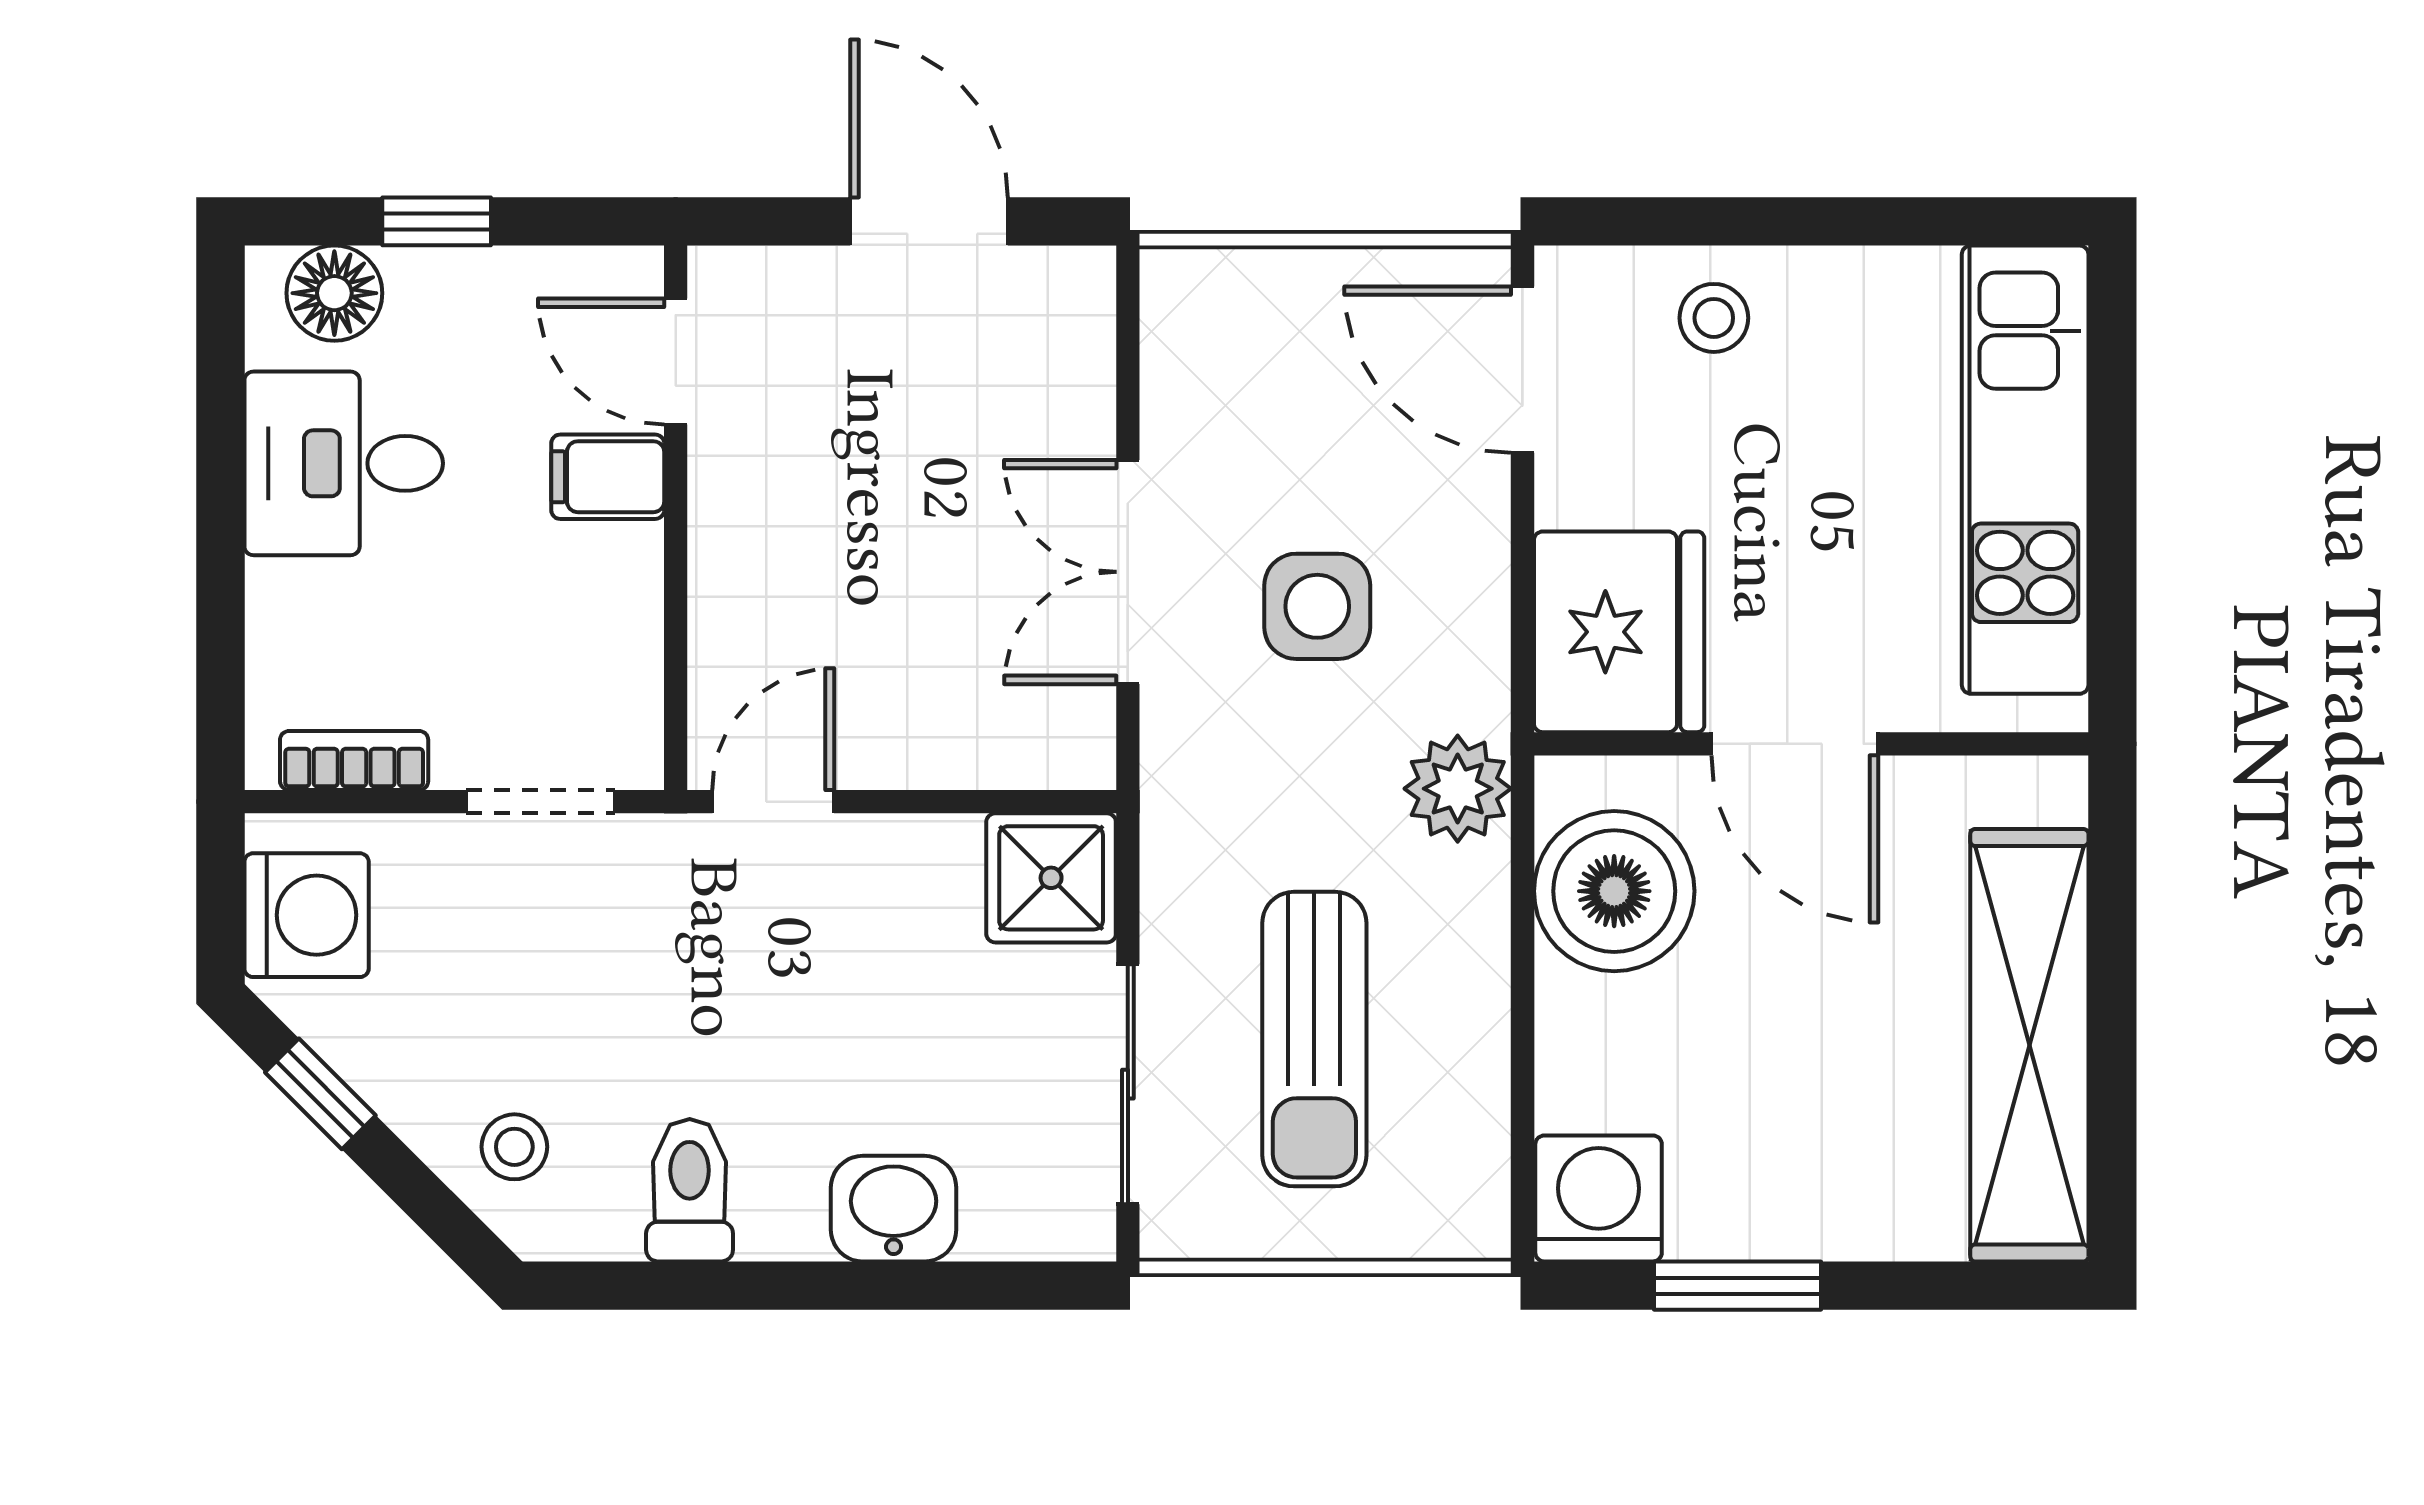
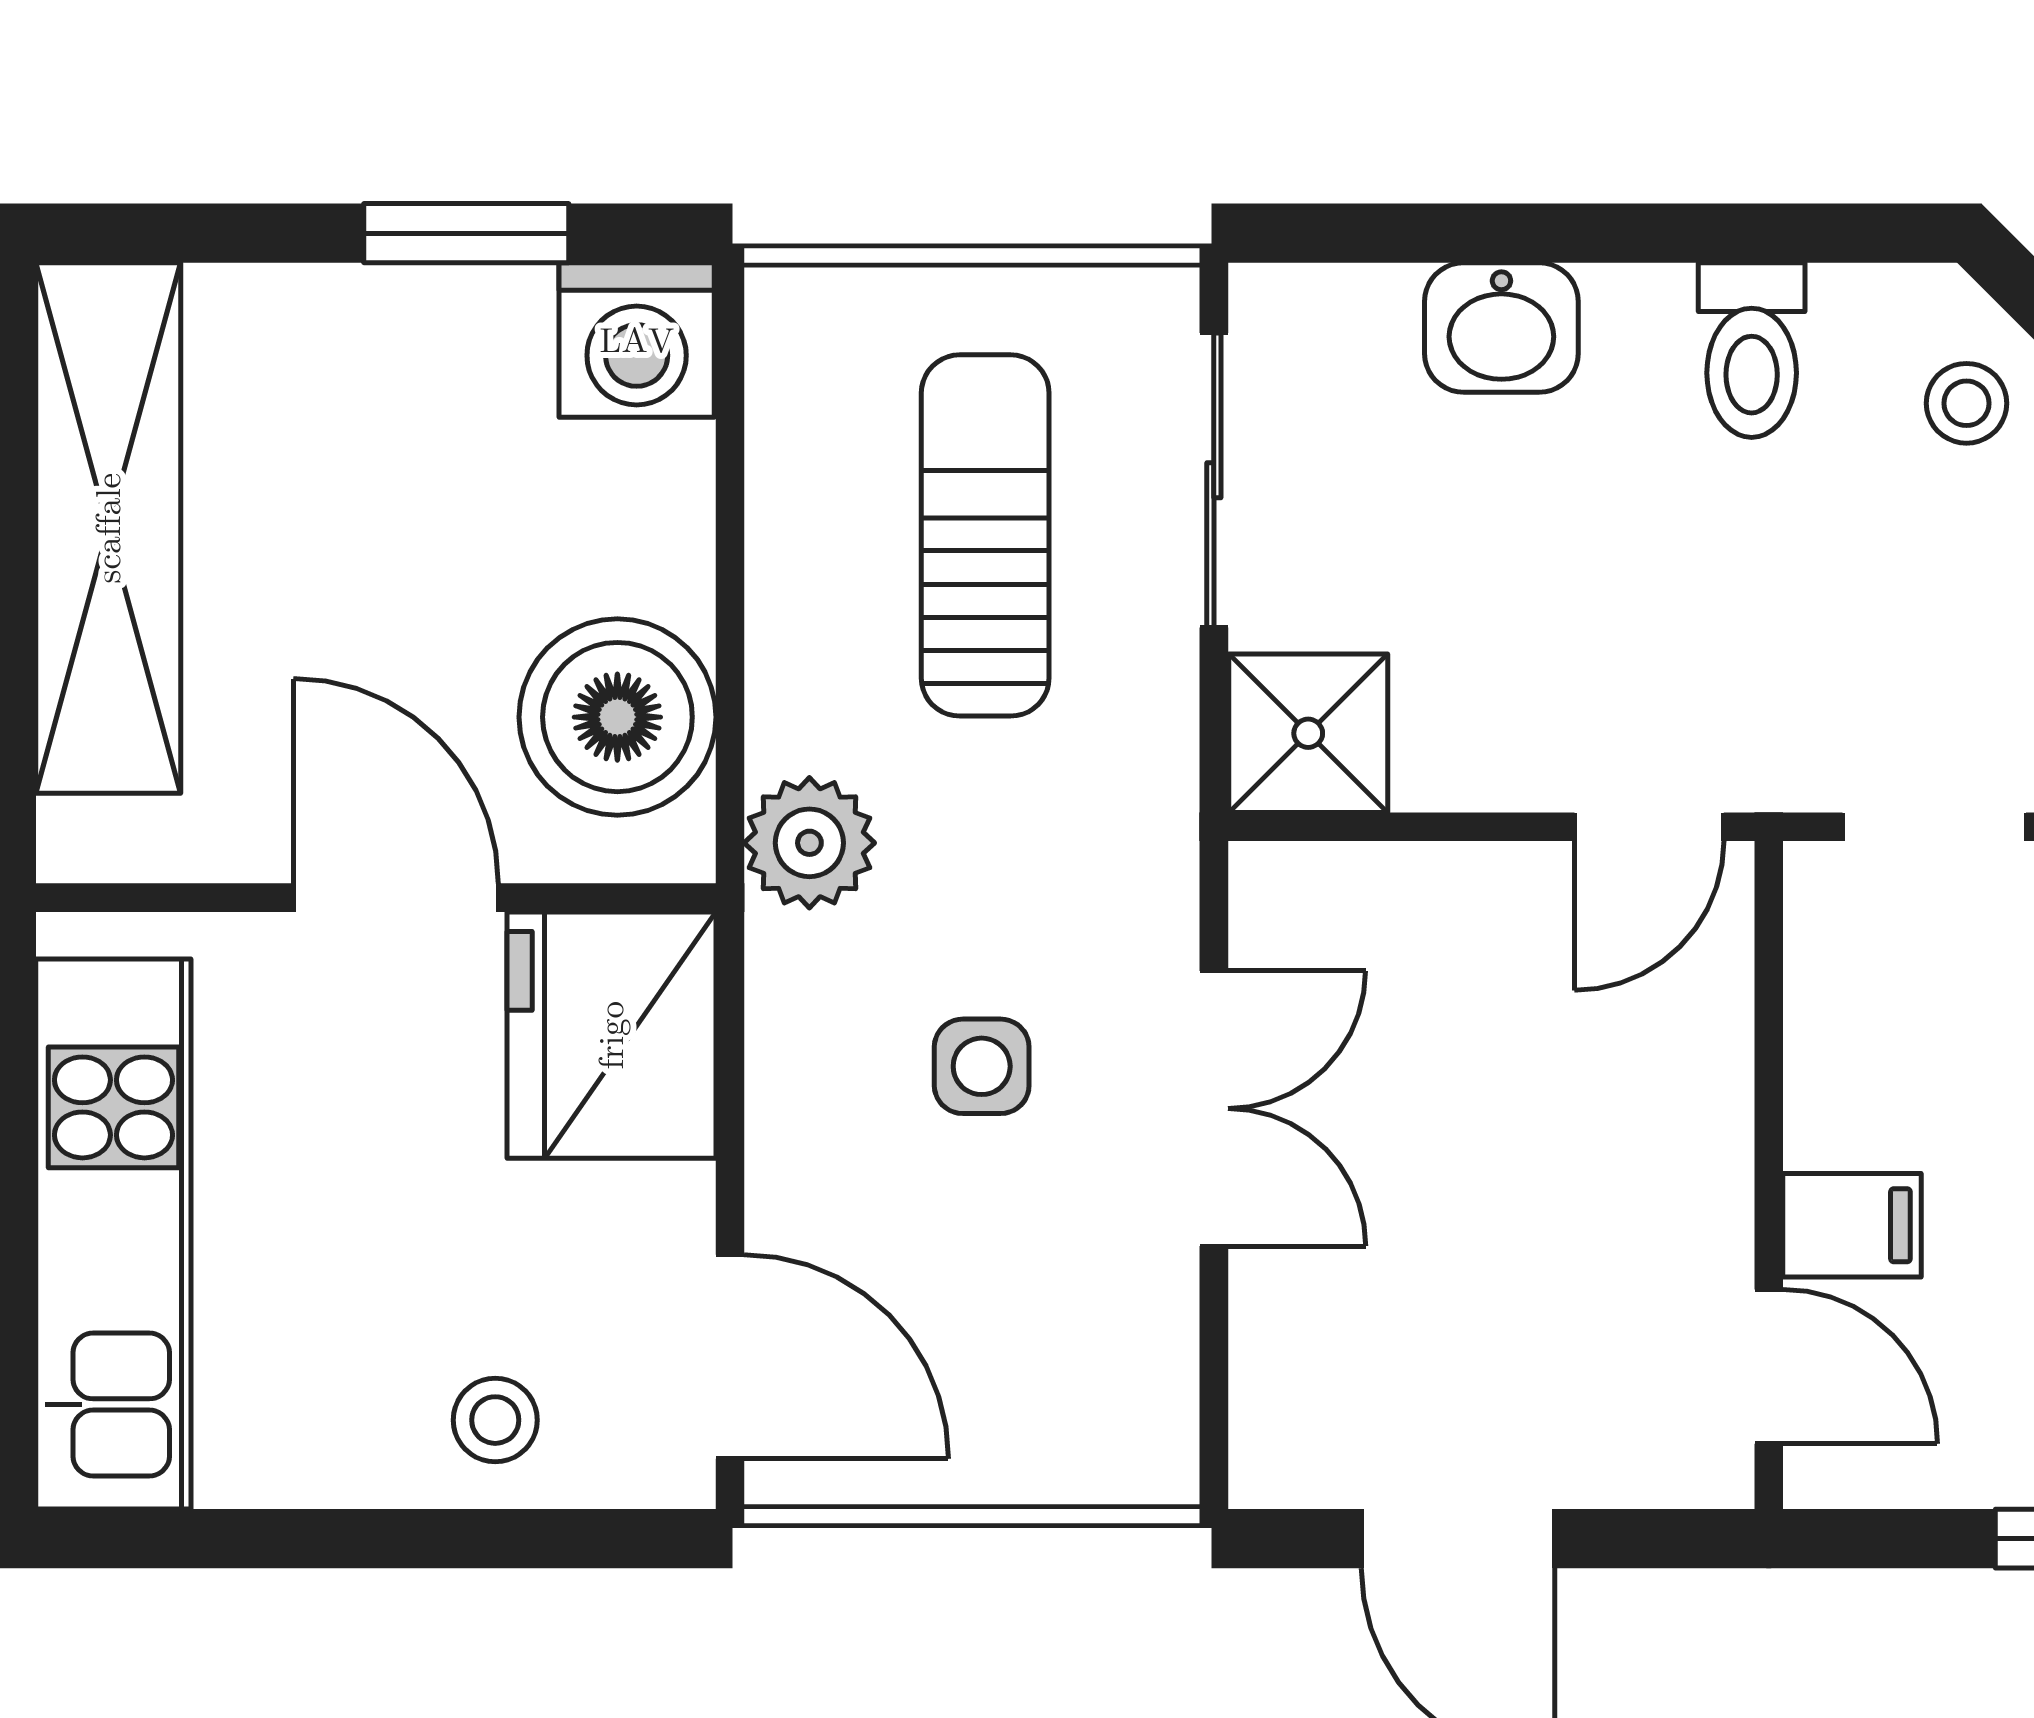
side table: (1317, 606) -> (982, 1066), width x0.73, depth x0.73

